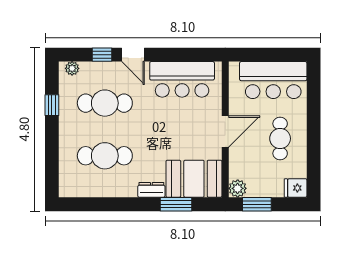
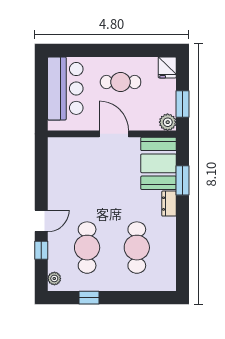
bar counter: (182, 79) -> (65, 175), removed

